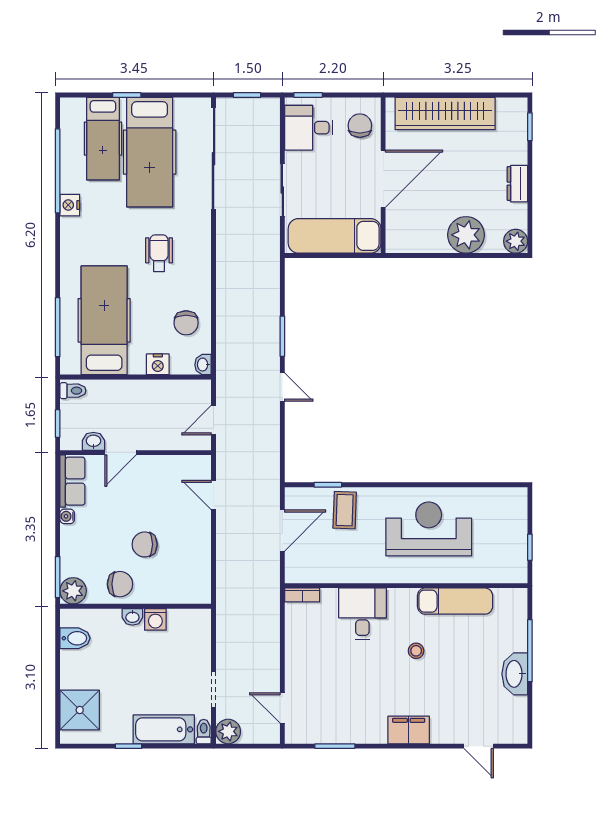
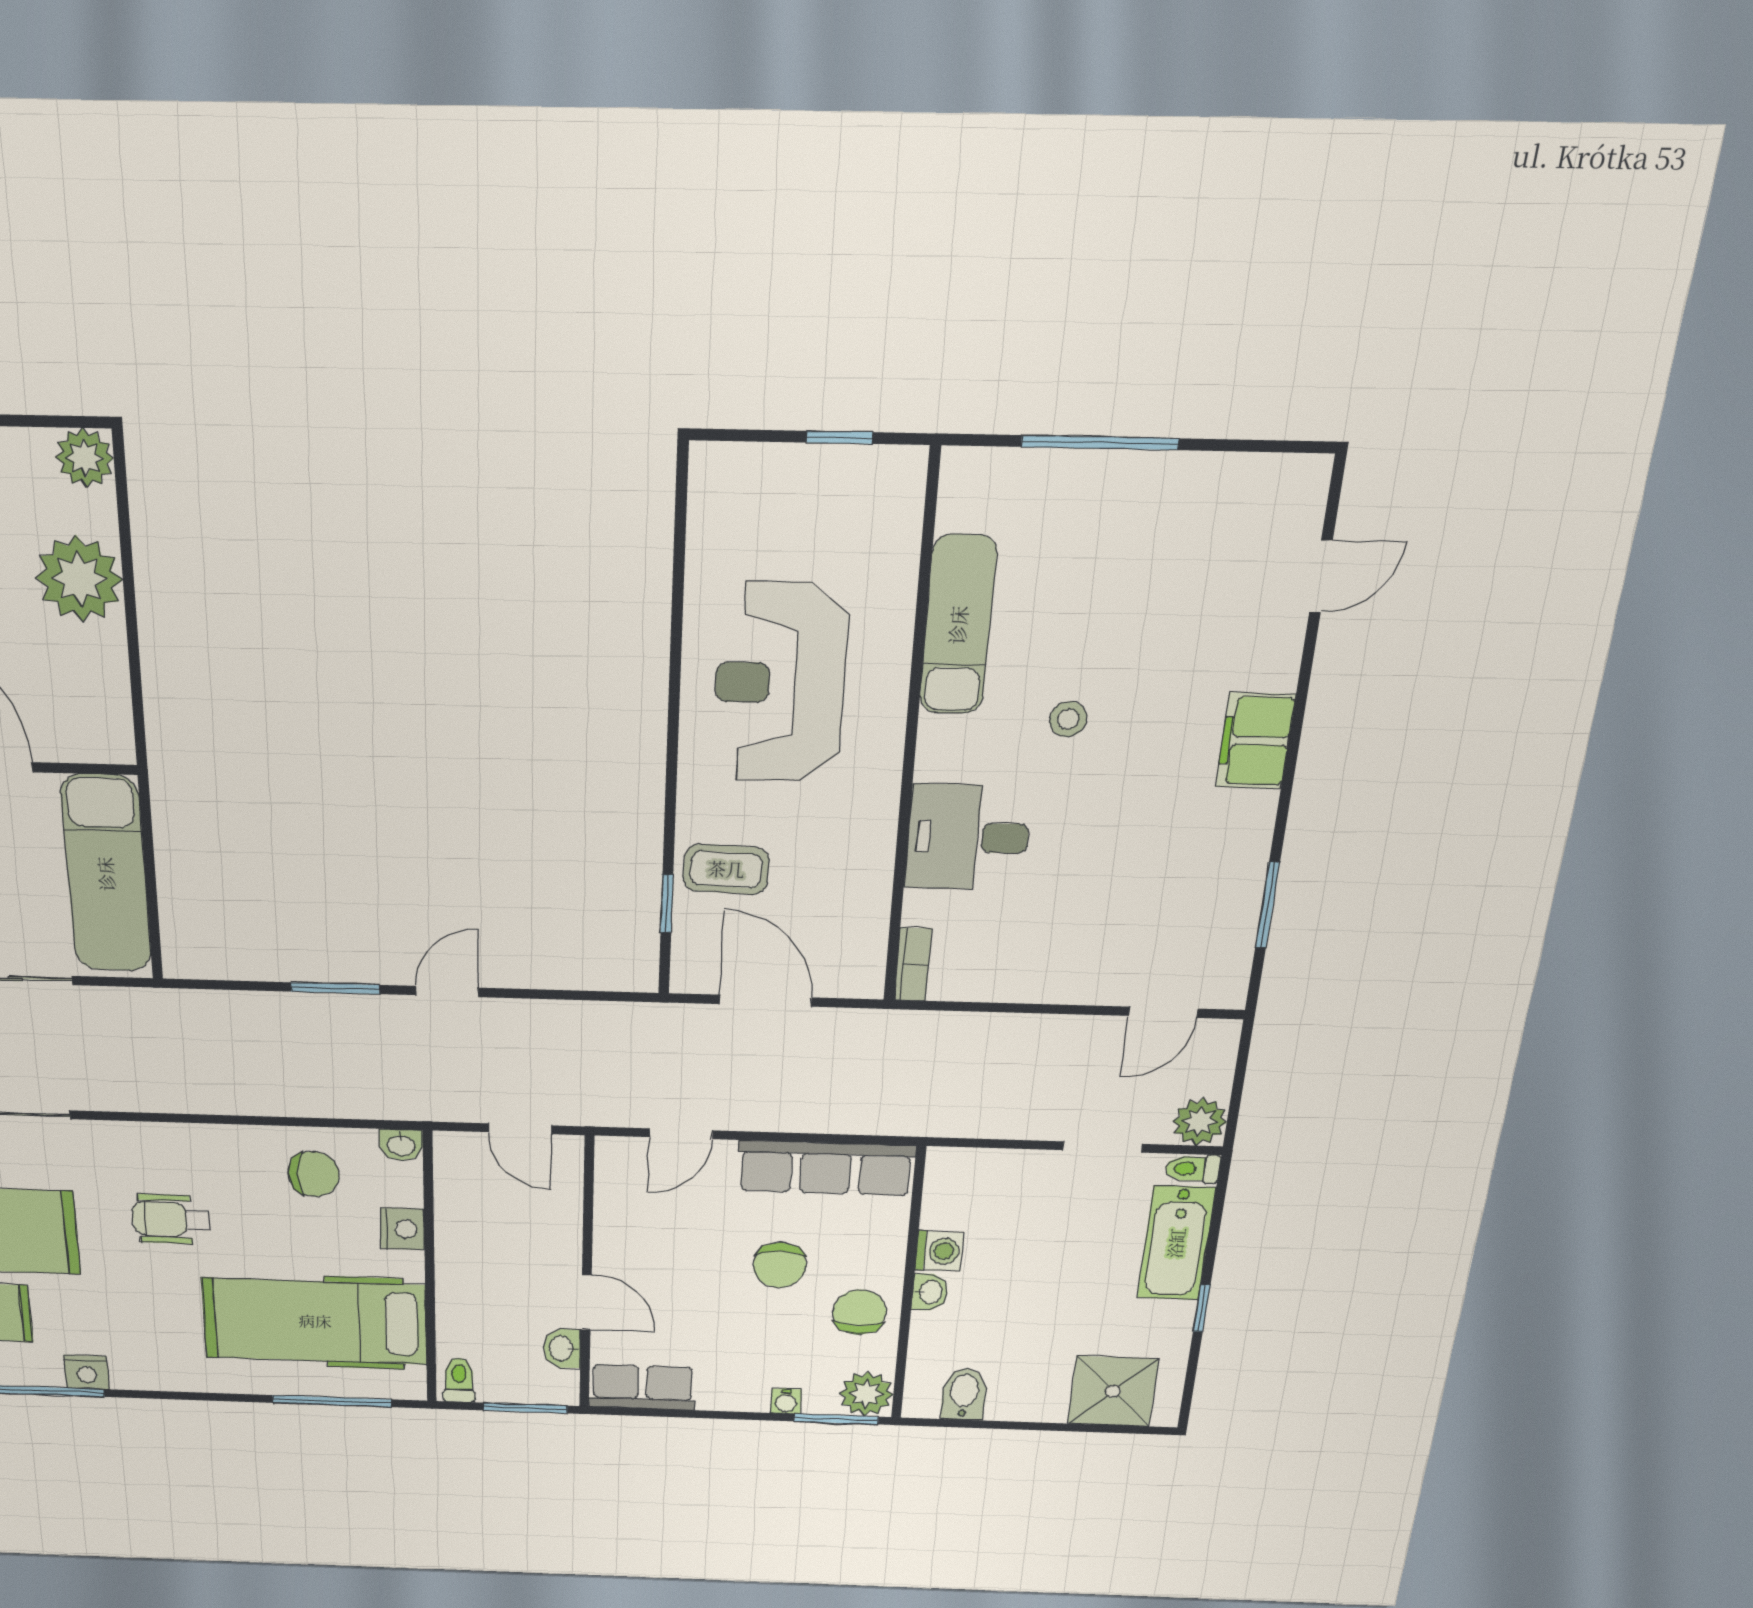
window: (58, 423) -> (525, 1408), width x1.50
water cooler: (67, 516) -> (786, 1401), moved
row of seats: (198, 563) -> (826, 1168), added
washbasin: (515, 674) -> (1154, 482), removed

